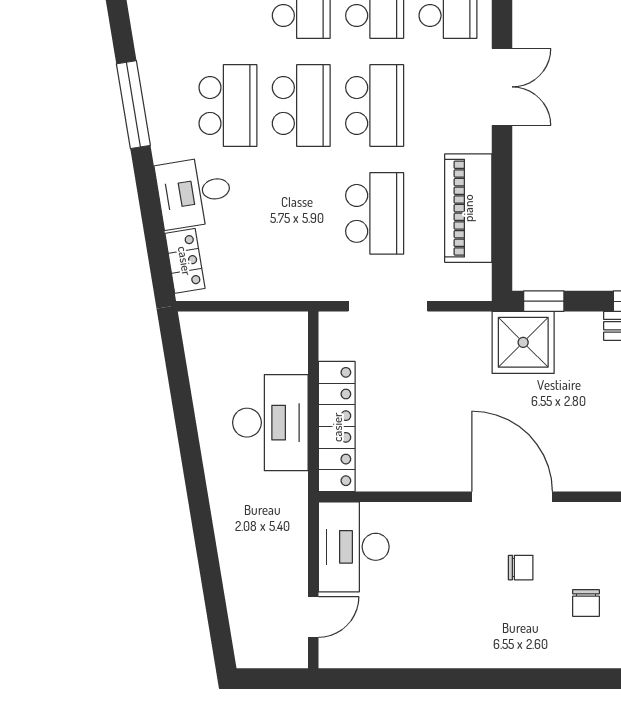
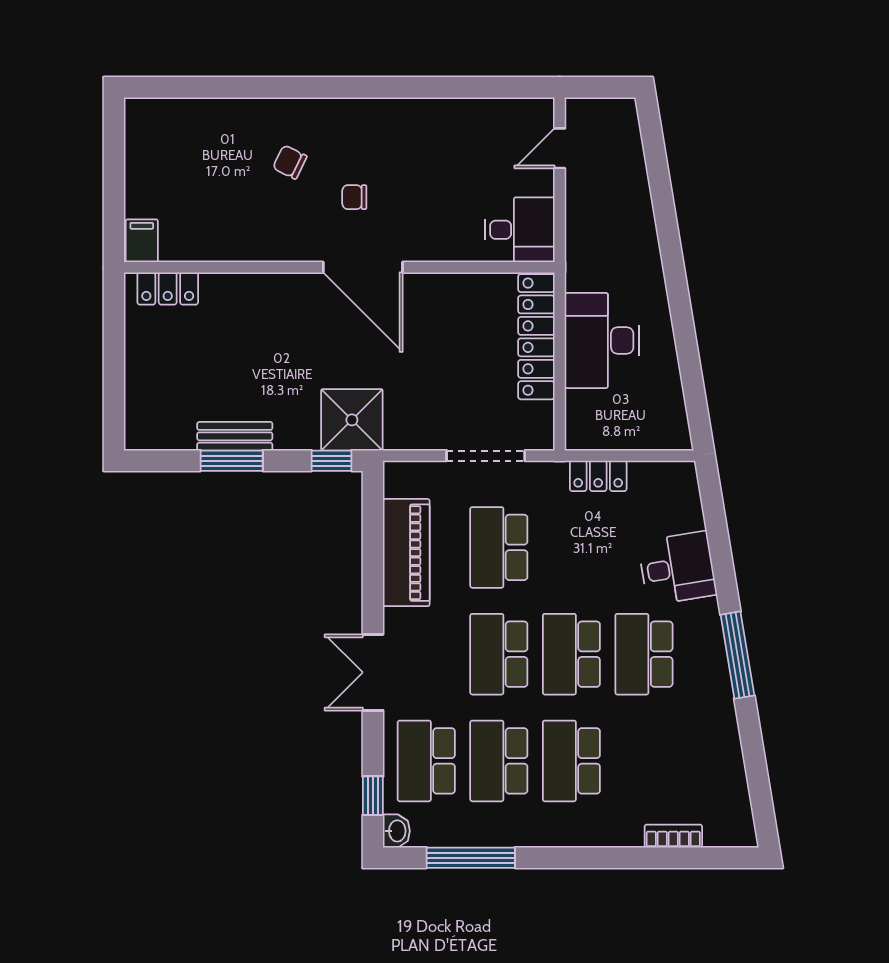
locker: (185, 261) -> (598, 476), moved, turned -81
desk: (354, 547) -> (520, 230), width x0.73
chair: (586, 603) -> (290, 162), turned -64

